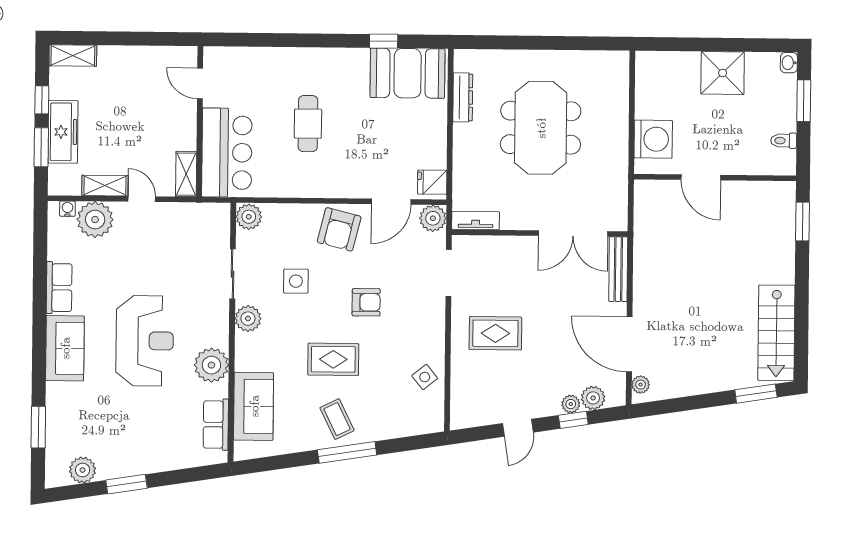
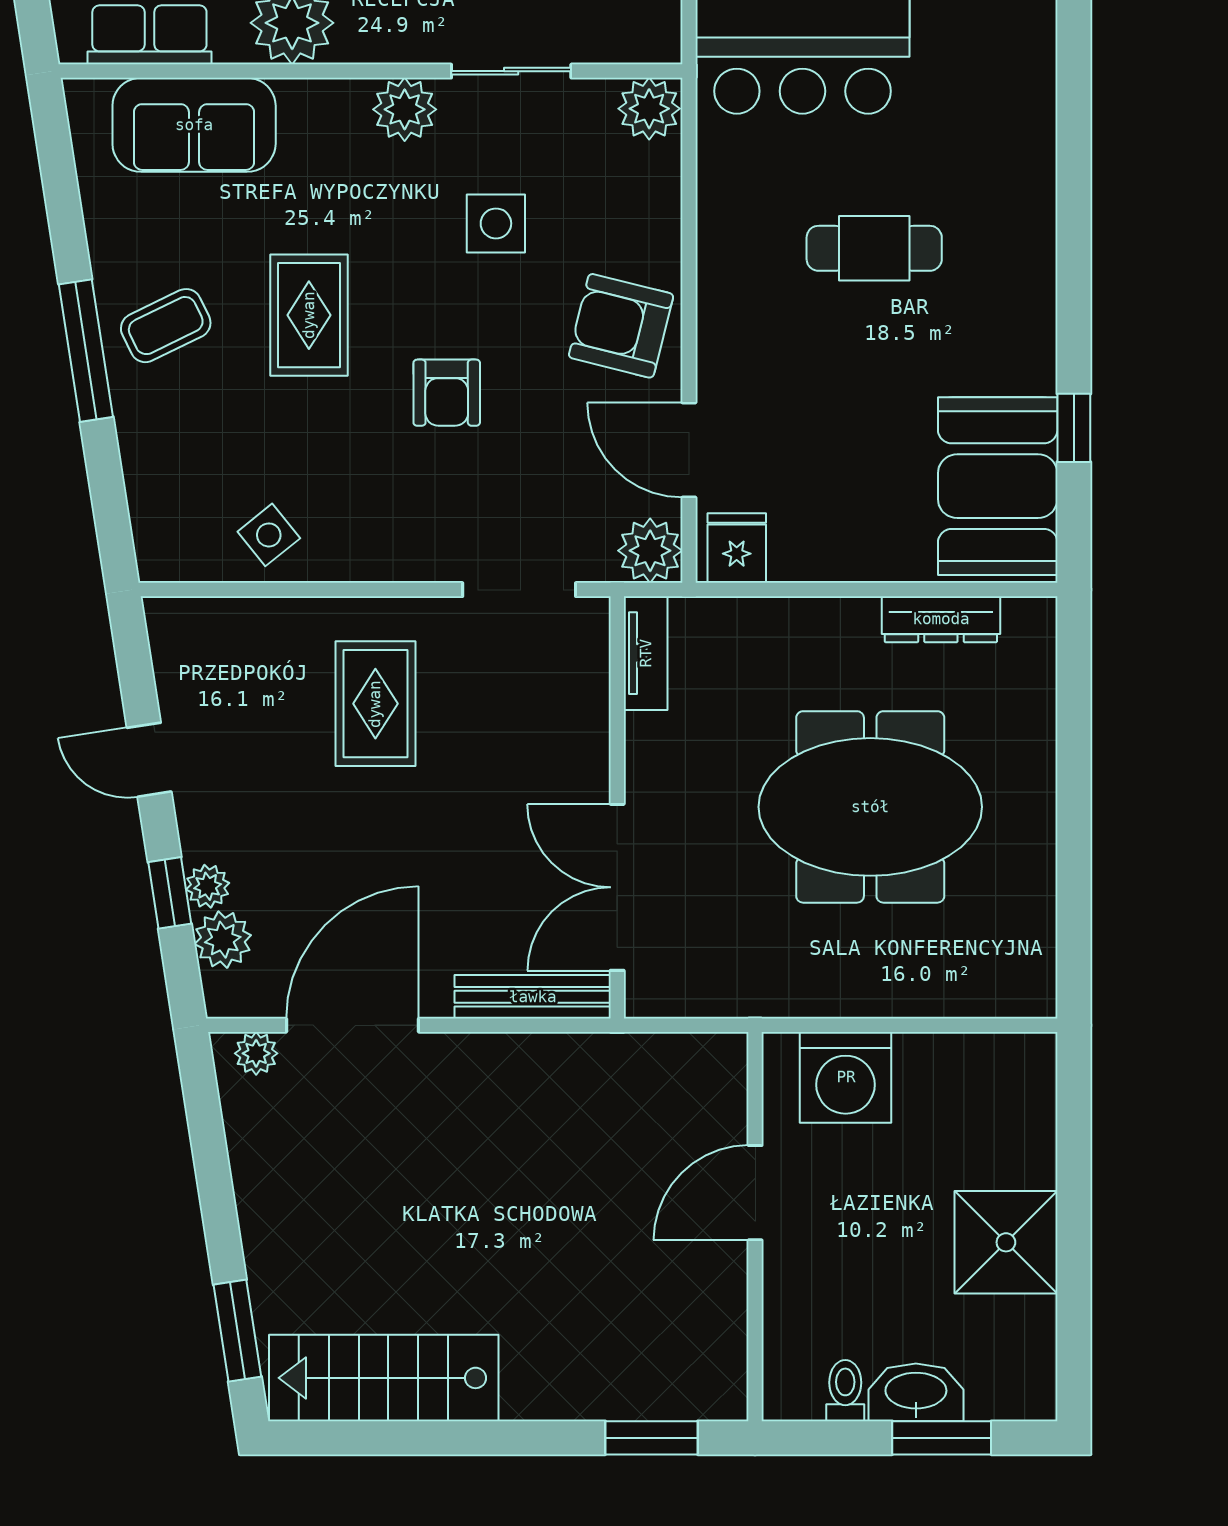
washbasin: (789, 63) -> (916, 1392), moved, width x1.91, depth x1.45

